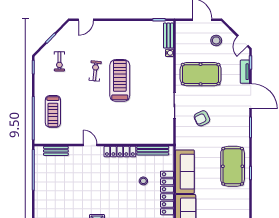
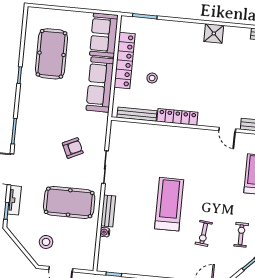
bench: (168, 36) -> (108, 211), moved
door: (243, 41) -> (14, 238), removed
exercise bike: (95, 71) -> (204, 233), moved
treadmill: (120, 80) -> (169, 204), turned 180
door: (90, 145) -> (227, 130), moved
pool table: (233, 166) -> (51, 54), moved

